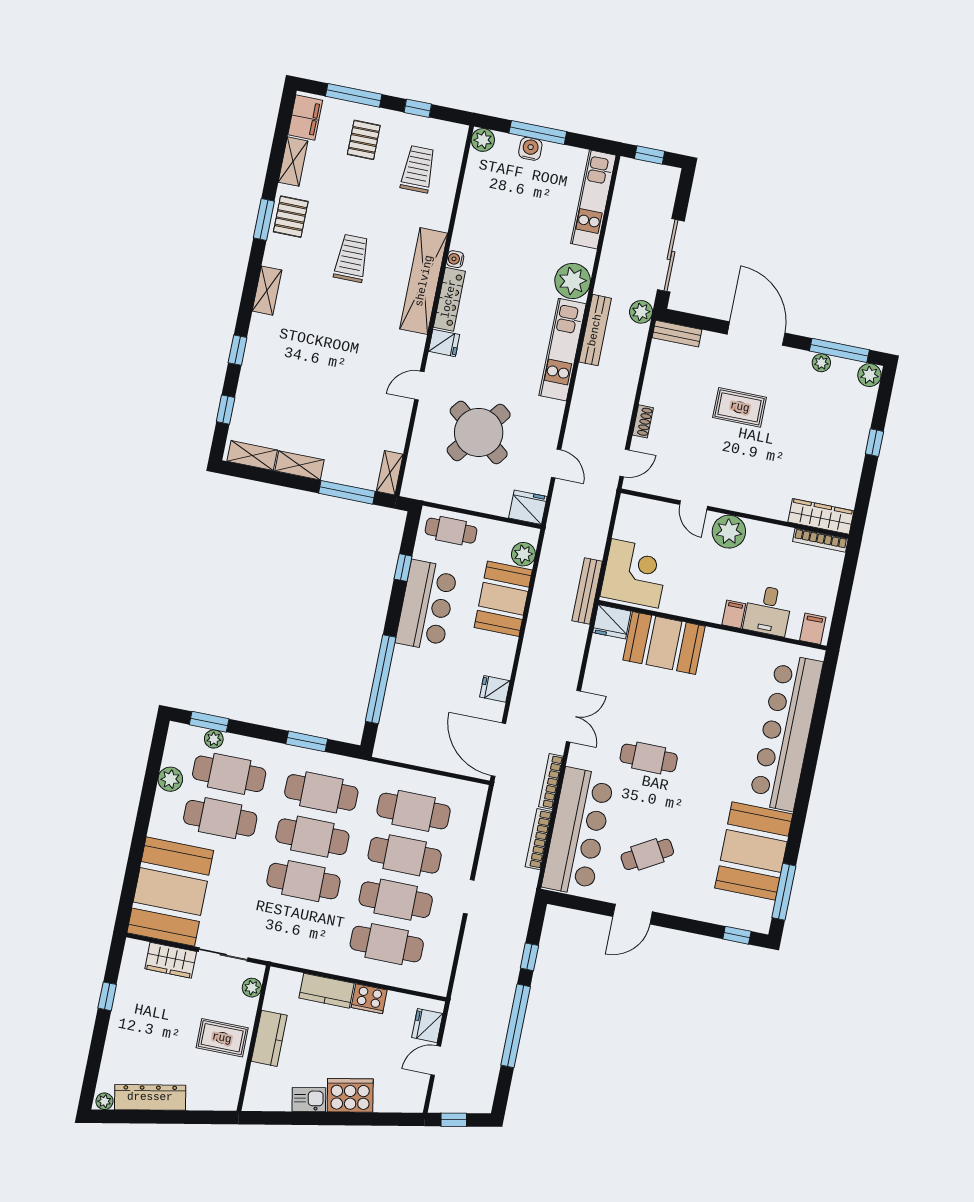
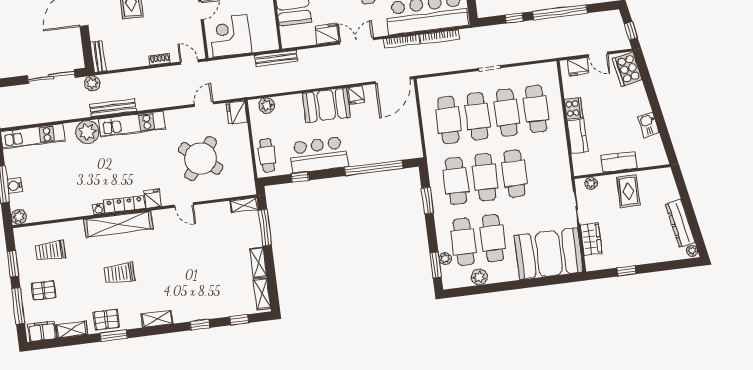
window: (418, 108) -> (13, 264), width x1.50
corner desk: (635, 573) -> (230, 36), moved
booth: (503, 599) -> (326, 105), moved
fridge: (612, 622) -> (327, 34), moved, turned -90
cooker: (350, 1095) -> (627, 69), moved

